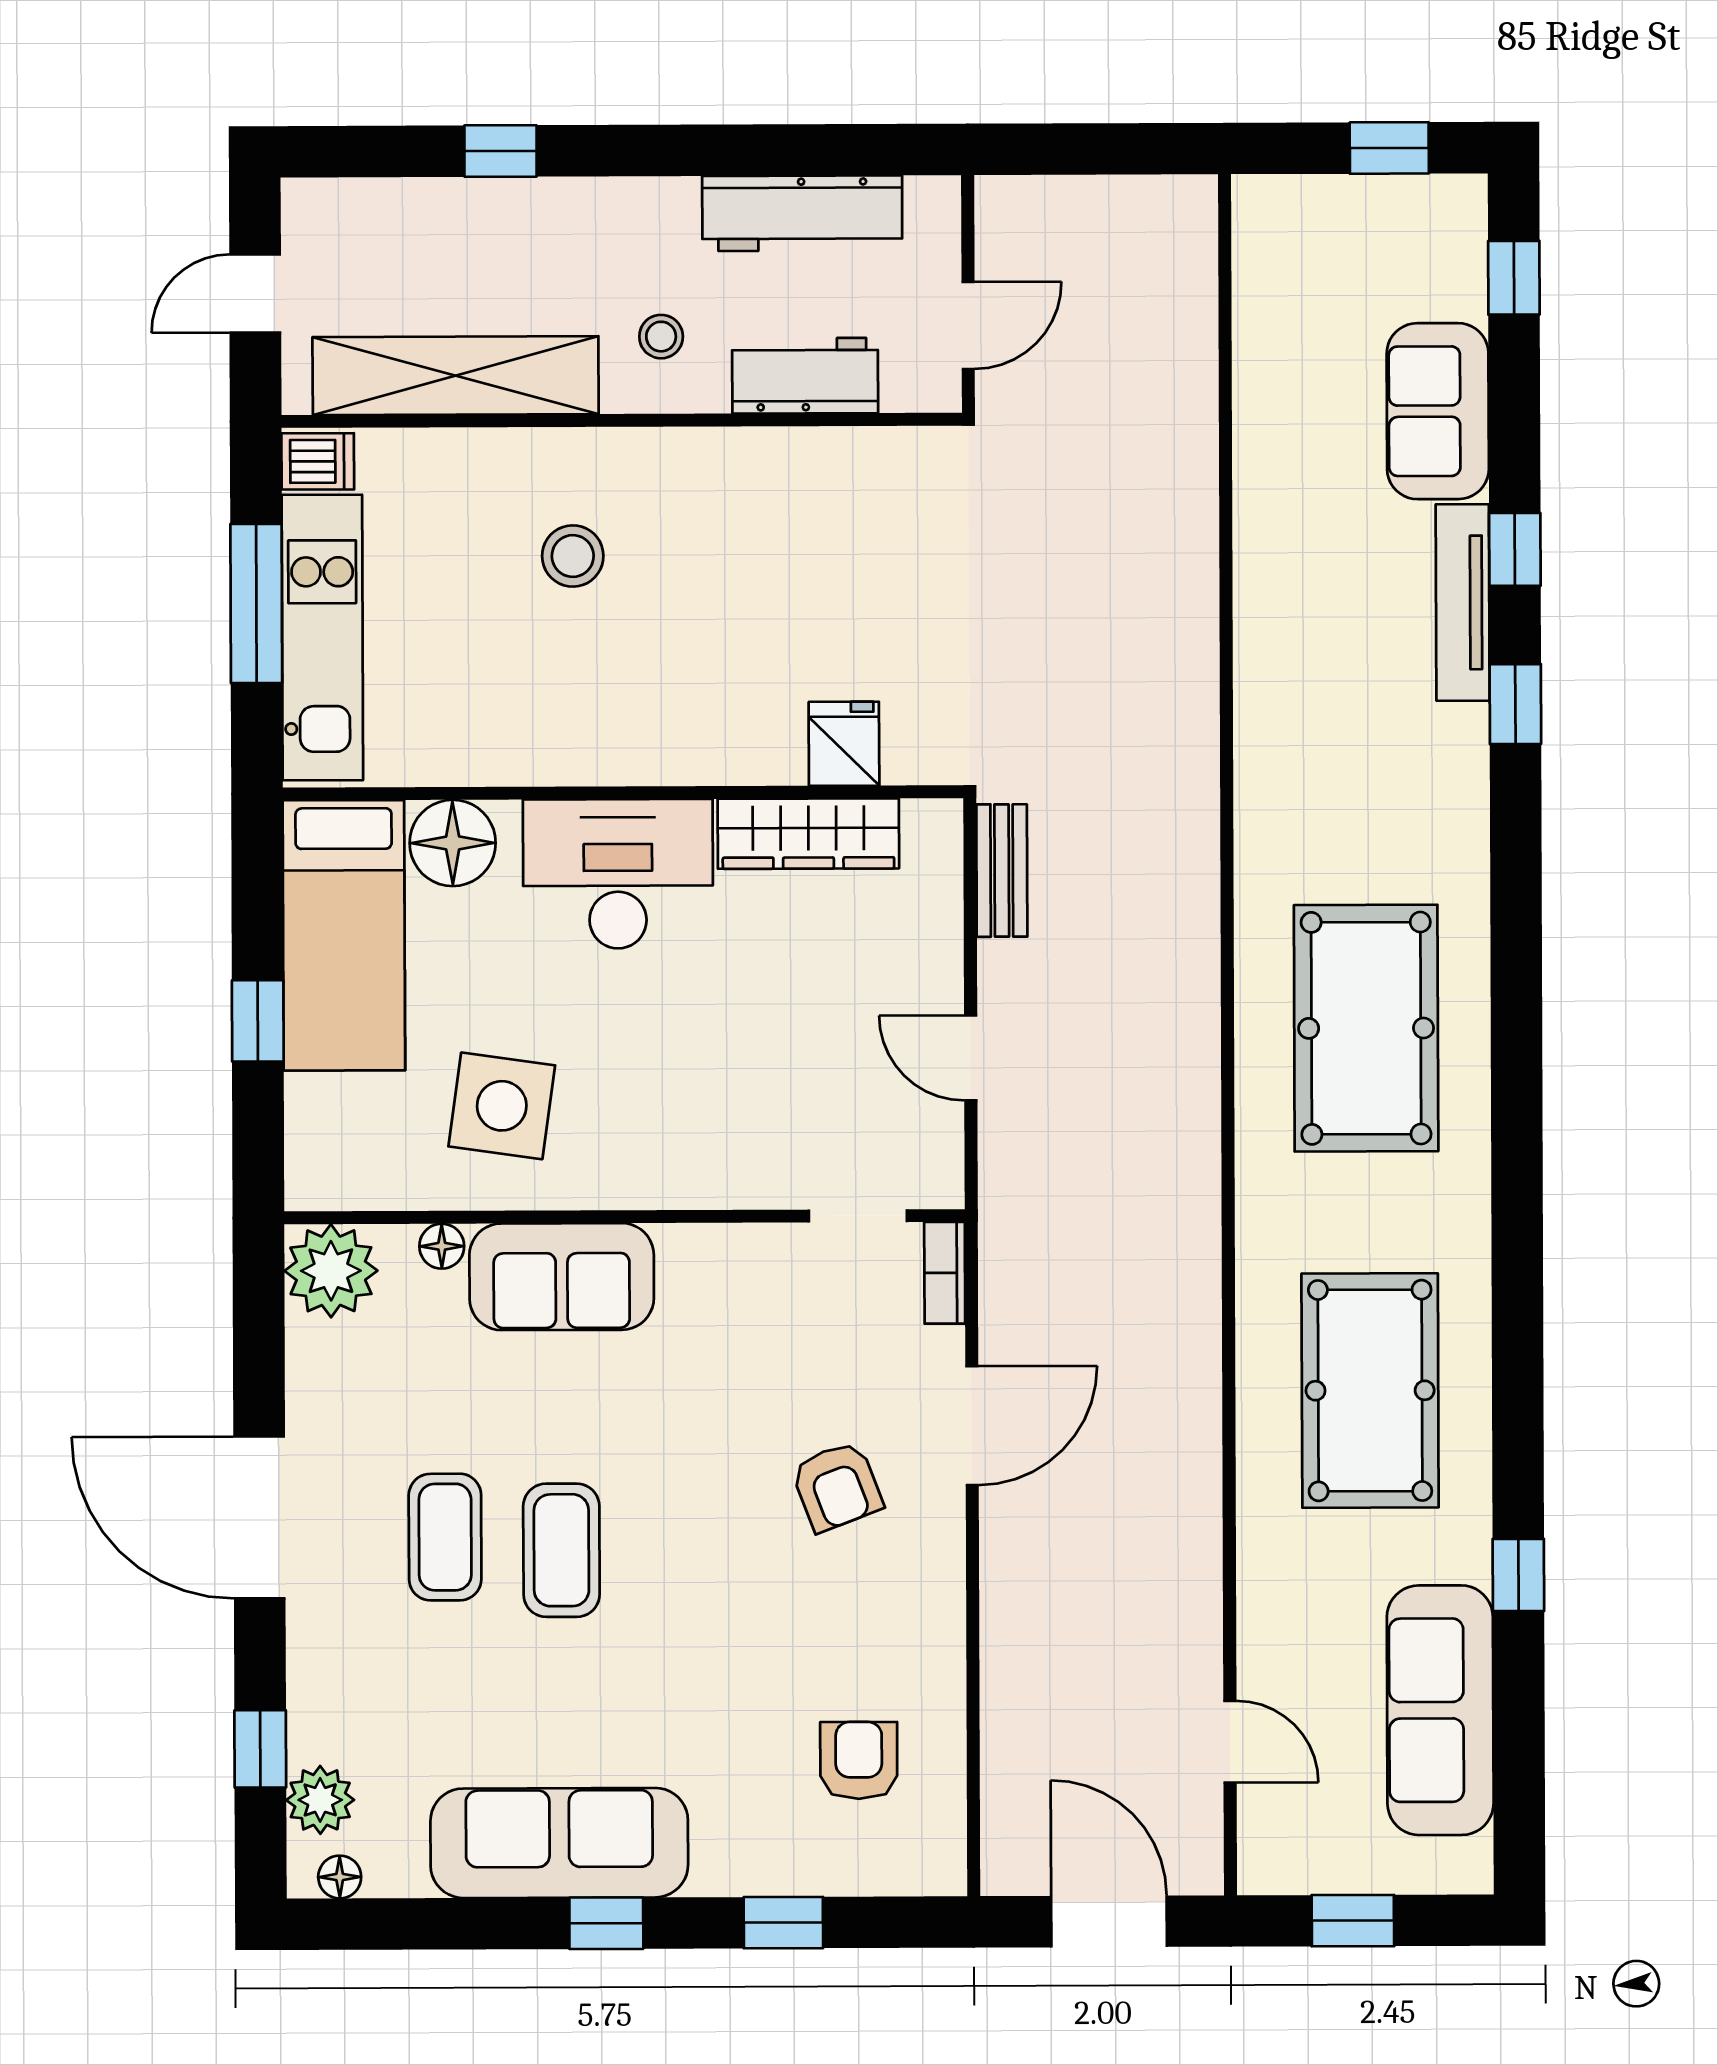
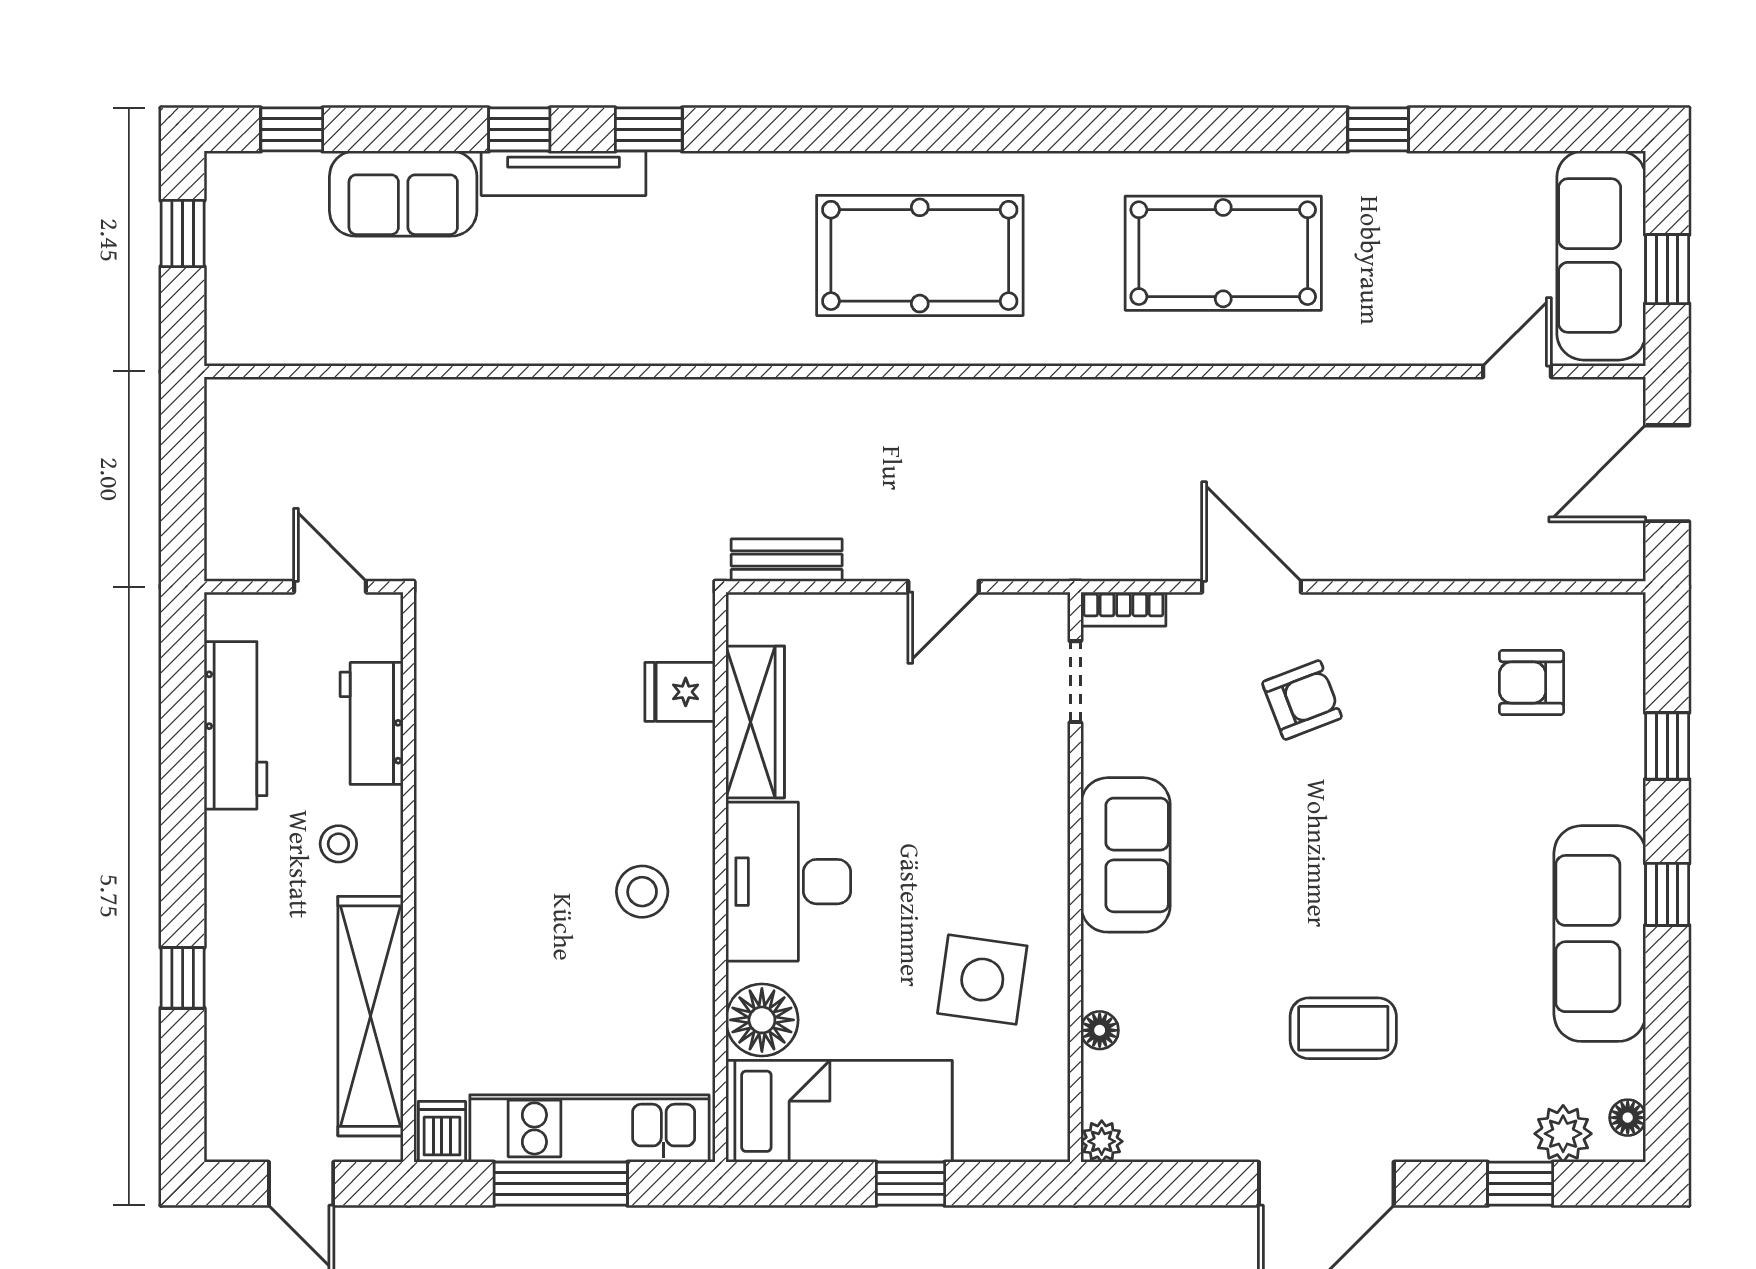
stool: (573, 556) -> (642, 892), moved
plant: (331, 1271) -> (1102, 1141), width x0.53, depth x0.53
sofa: (562, 1277) -> (1125, 855), moved
coffee table: (561, 1550) -> (1355, 931), removed
sofa: (1440, 1710) -> (1601, 256), moved, turned 90

